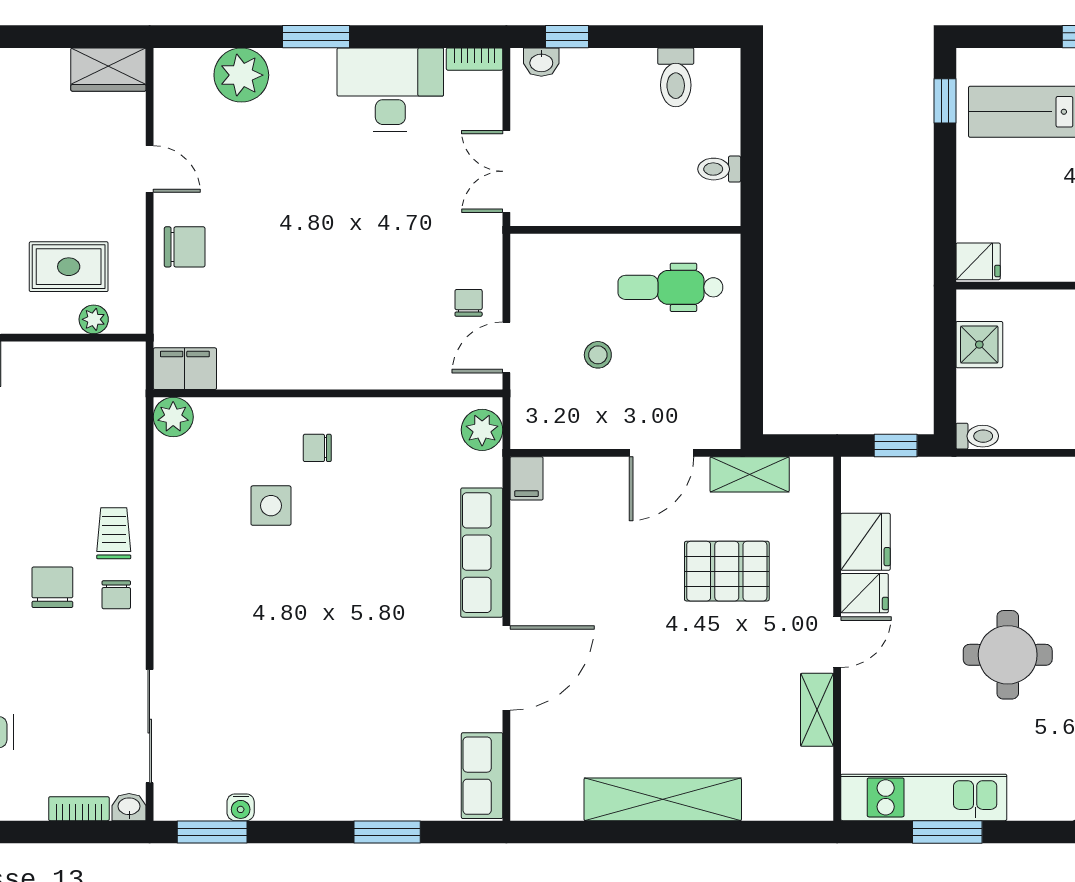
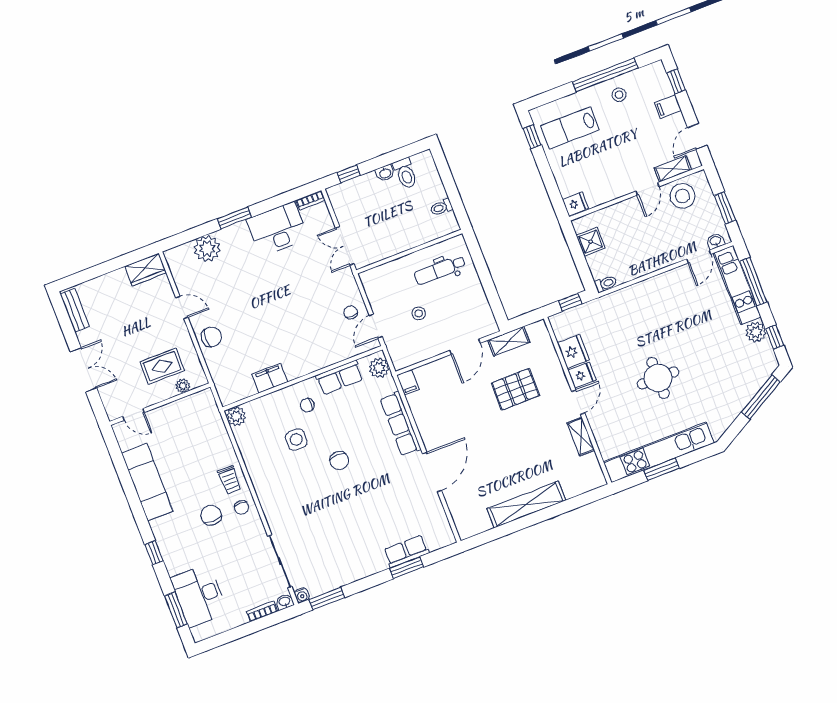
washbasin: (541, 62) -> (385, 173), moved
filing cabinet: (185, 369) -> (270, 378), moved
row of seats: (399, 419) -> (339, 377), added
trolley: (114, 533) -> (230, 480), turned 180
chair: (338, 577) -> (339, 460), added
row of seats: (482, 776) -> (406, 551), moved, turned 90
kitchen unit: (924, 797) -> (659, 452), width x1.36
water cooler: (241, 807) -> (302, 595), moved

